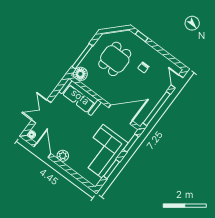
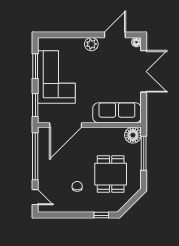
double door: (41, 111) -> (144, 71), width x1.37
door: (42, 150) -> (115, 35), swing flipped

